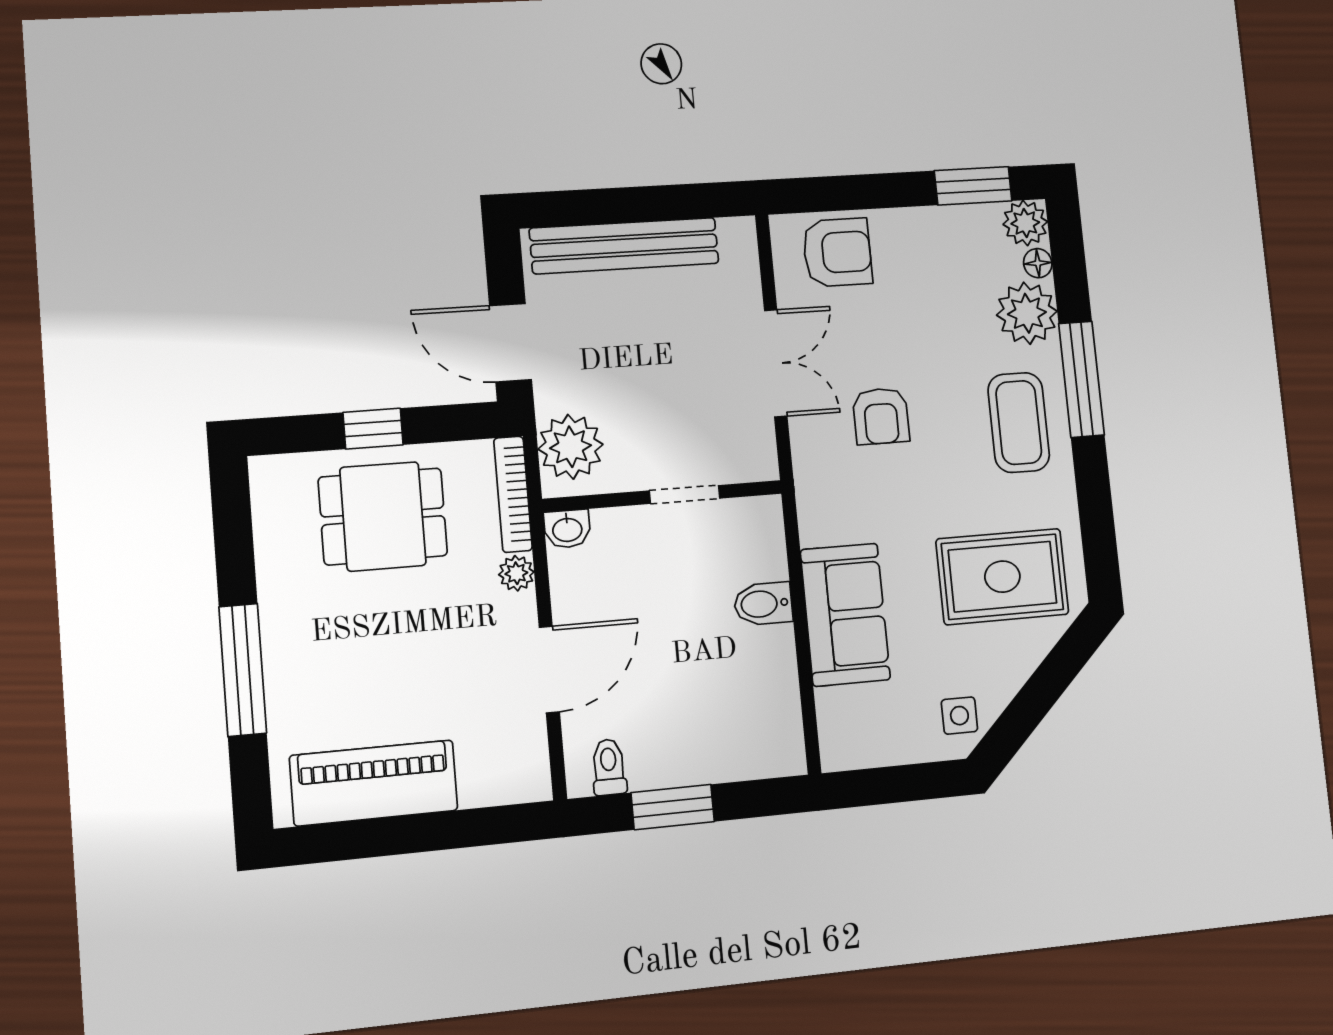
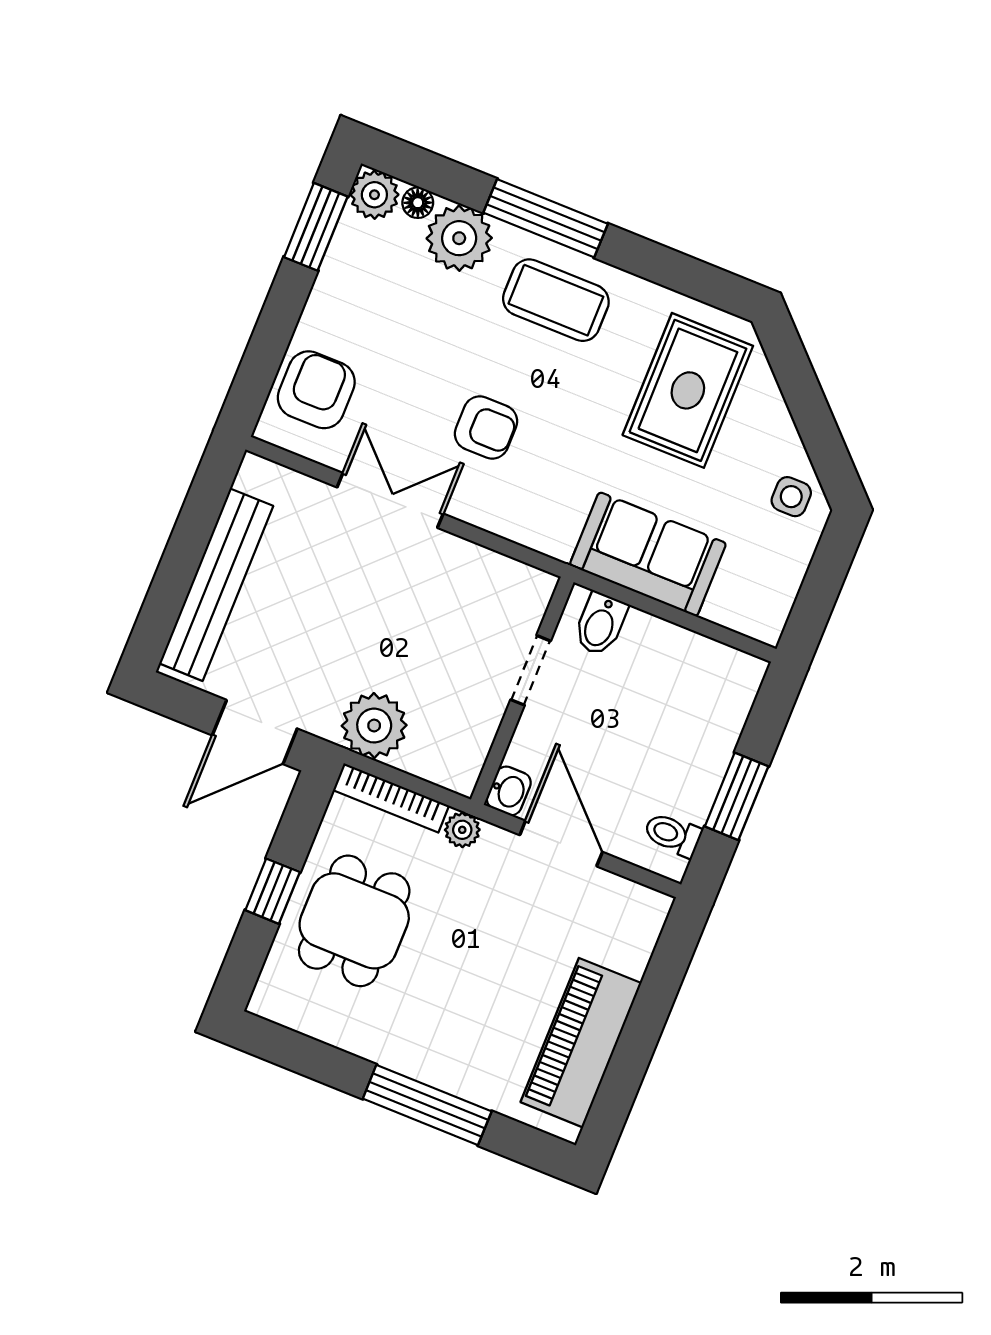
doorway: (685, 494) -> (531, 670), moved
wall: (663, 496) -> (522, 691), moved
washbasin: (567, 529) -> (509, 791), moved

